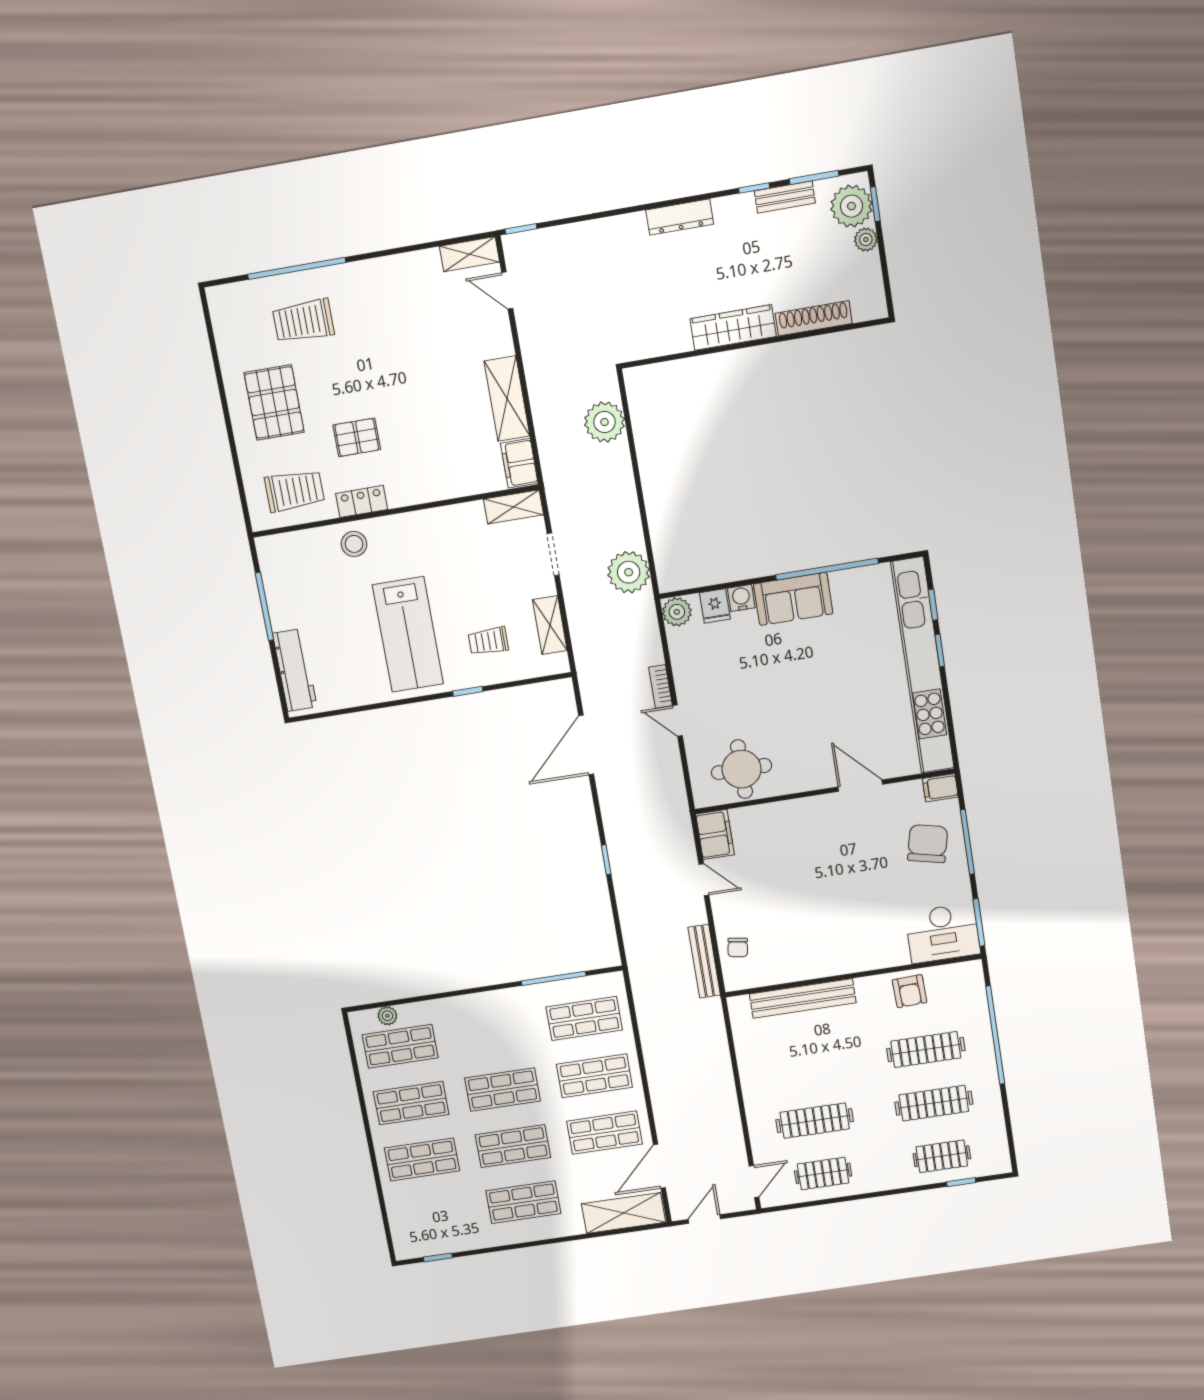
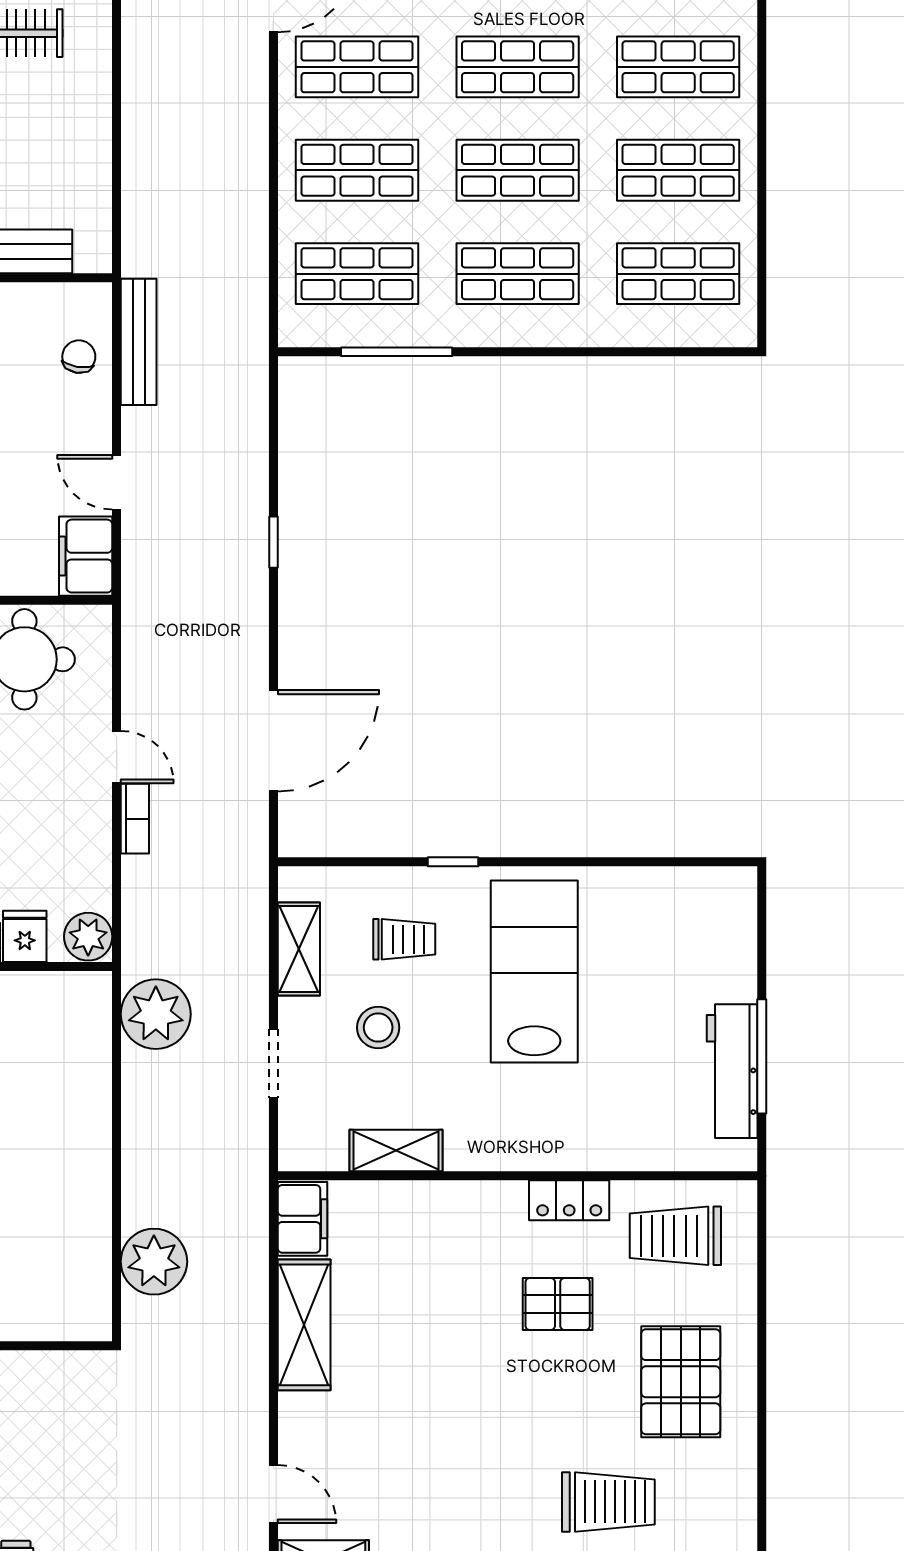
shelving: (514, 507) -> (396, 1150), moved
stool: (354, 544) -> (378, 1028), moved
workbench: (295, 670) -> (732, 1071), moved
plant: (387, 1016) -> (690, 331), removed
shop shelf: (492, 1032) -> (518, 274), added

